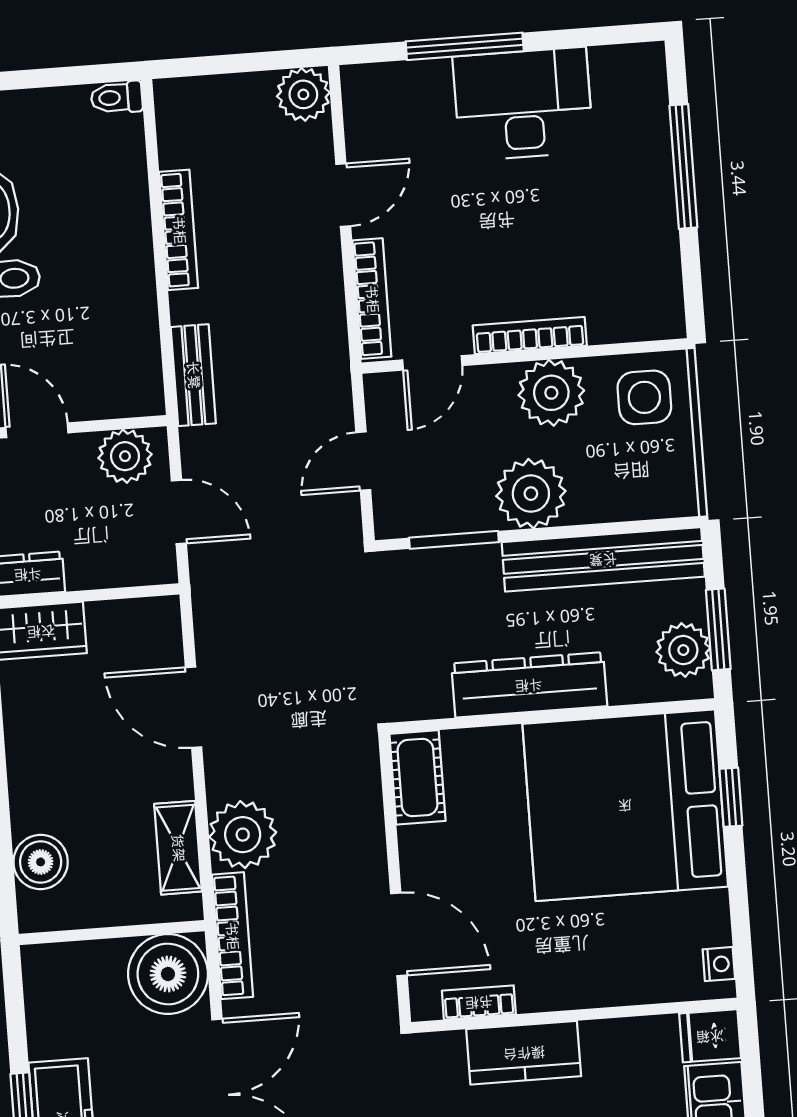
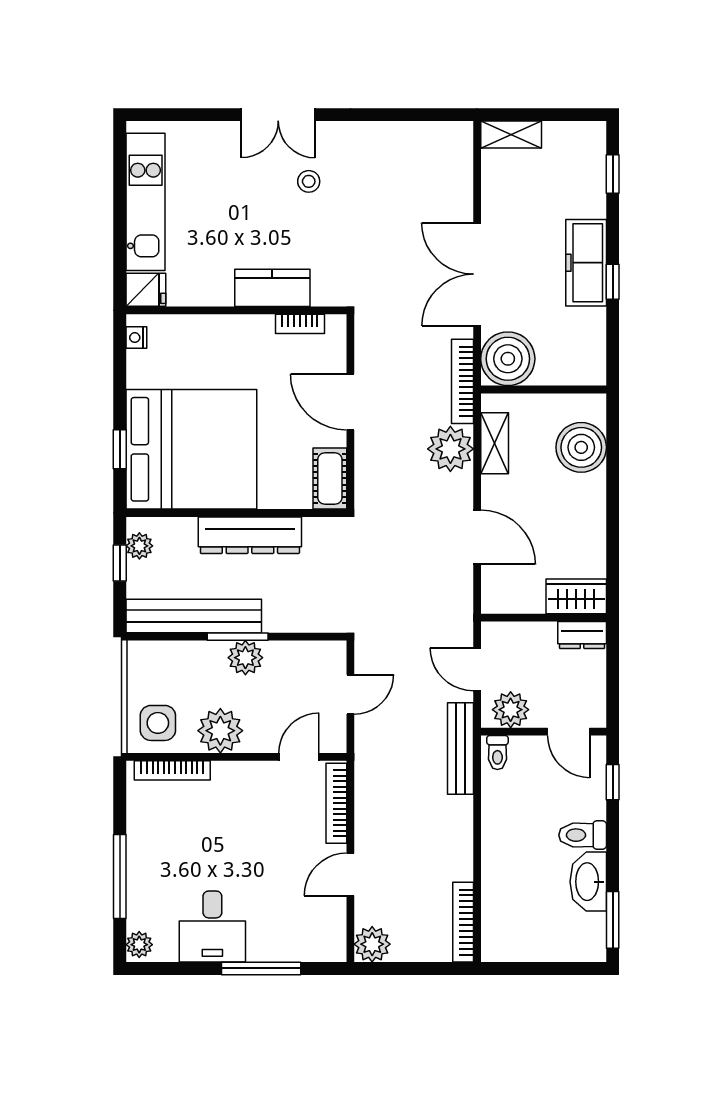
plant: (647, 68) -> (139, 945), added
toilet: (117, 97) -> (497, 753), moved, turned 90
desk: (523, 104) -> (212, 927), width x0.73
bookcase: (179, 230) -> (463, 922), moved
bookcase: (530, 335) -> (172, 770), moved
bench: (193, 375) -> (460, 749), width x1.36
plant: (531, 494) -> (245, 658), width x0.73, depth x0.73
window: (454, 540) -> (238, 637), moved
window: (718, 629) -> (120, 563), width x0.67
plant: (683, 650) -> (139, 546), width x0.73, depth x0.73
boiler: (41, 862) -> (581, 447), width x1.37, depth x1.37
door: (399, 934) -> (350, 402), moved

